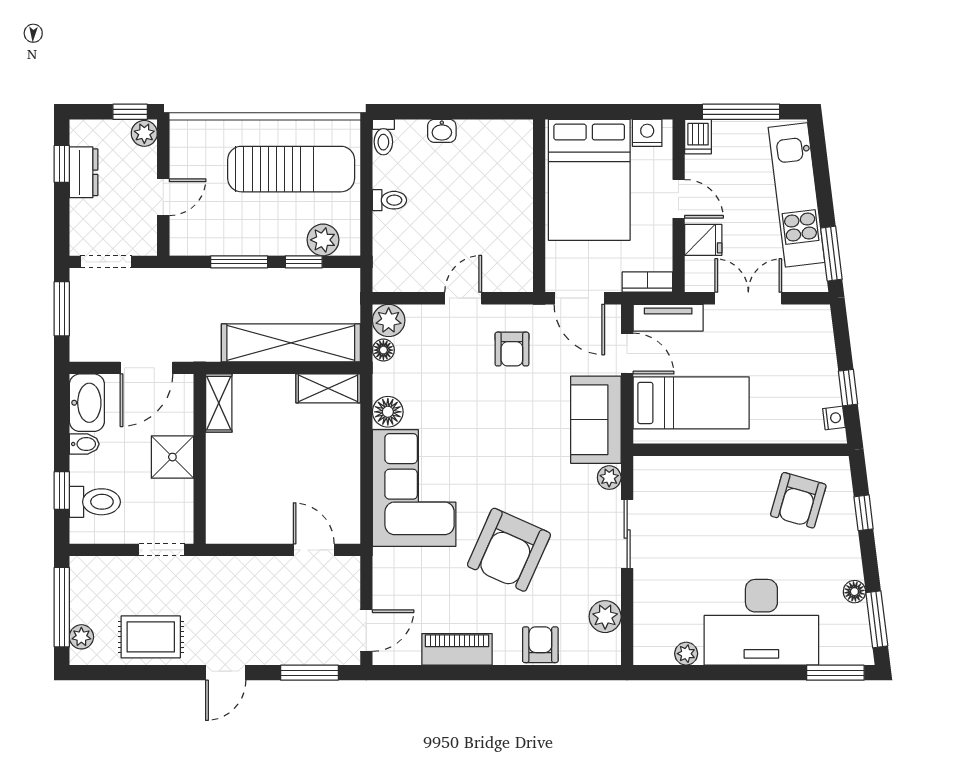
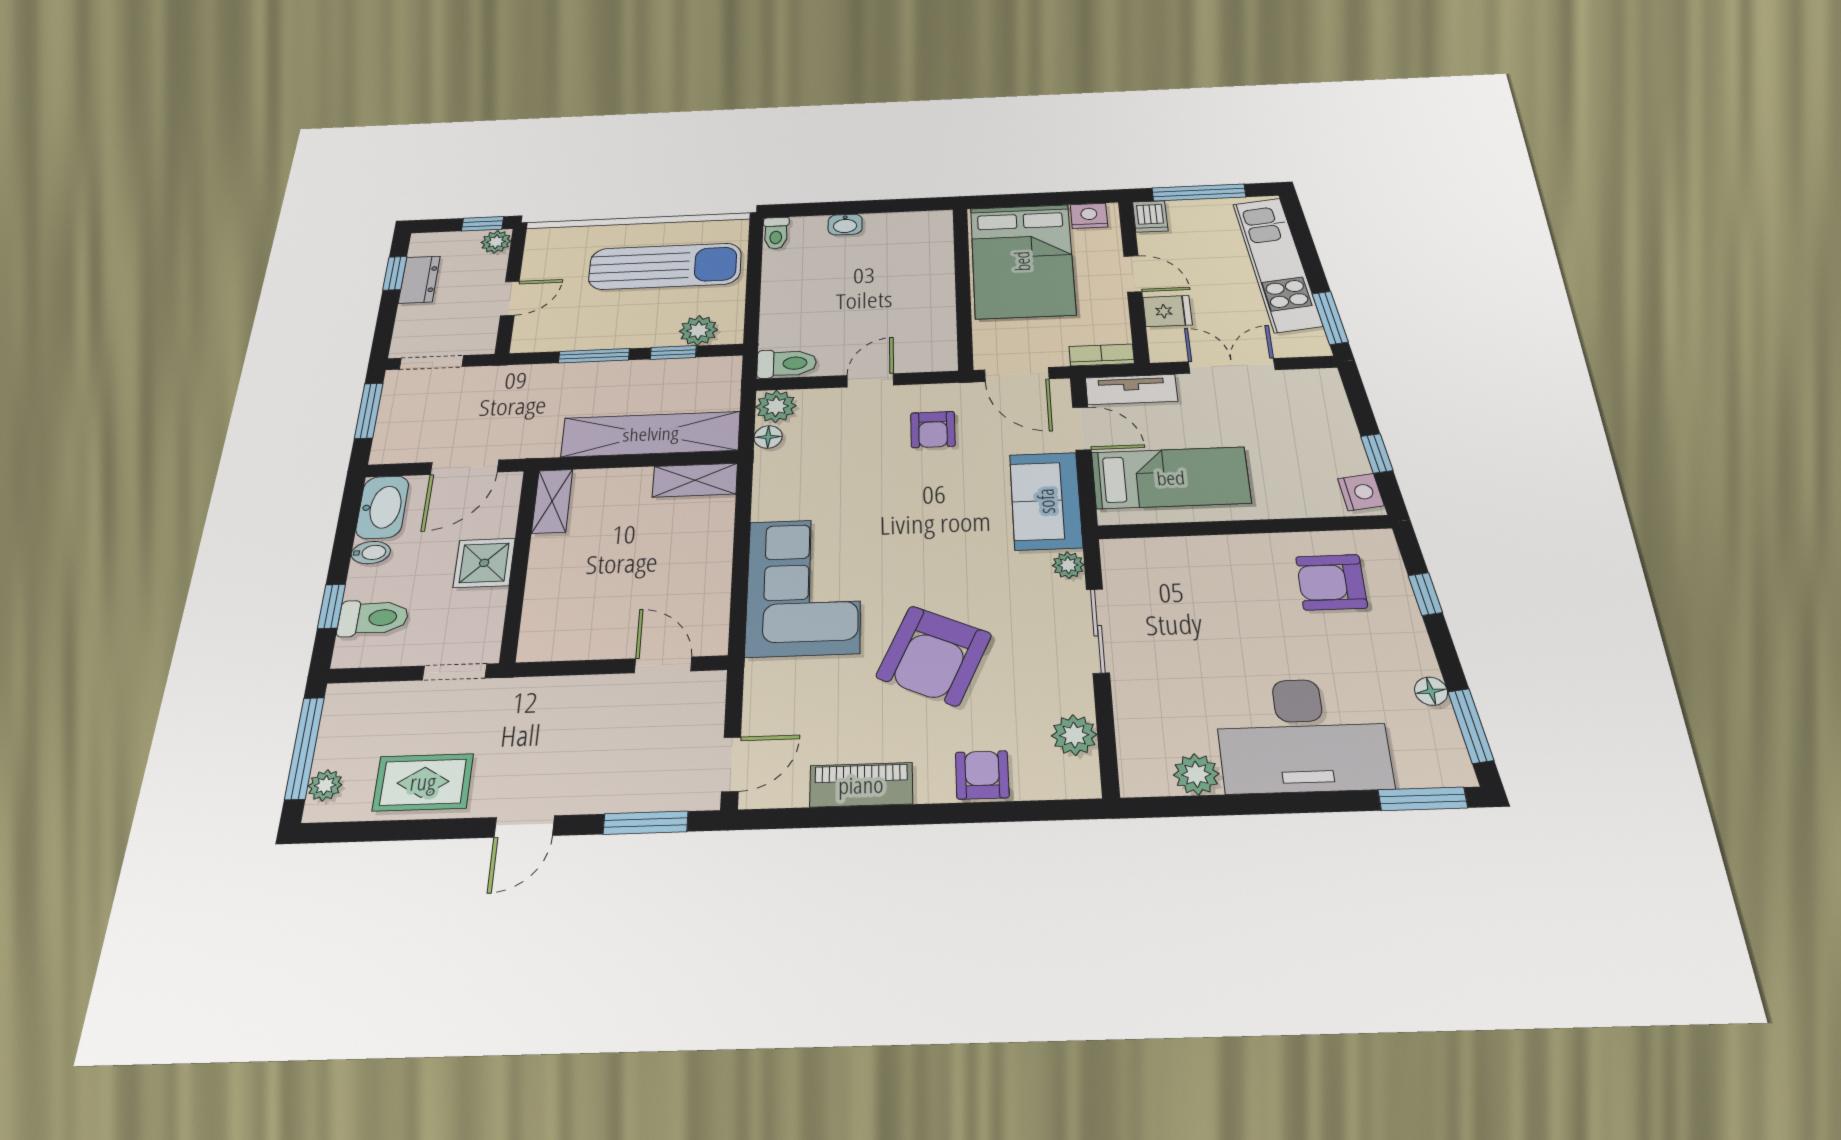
toilet: (389, 200) -> (787, 363), moved, width x1.37, depth x1.39
floor lamp: (388, 412) -> (771, 502), removed
nightstand: (834, 418) -> (1361, 492), width x1.39, depth x1.35
armchair: (798, 500) -> (1331, 582), turned 74
plant: (686, 654) -> (1196, 774), width x1.38, depth x1.38

